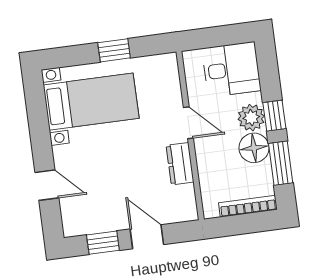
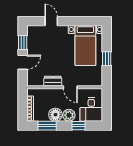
window: (274, 116) -> (79, 126), moved
door: (188, 123) -> (70, 87), hinge flipped
door: (47, 185) -> (51, 21), swing flipped

